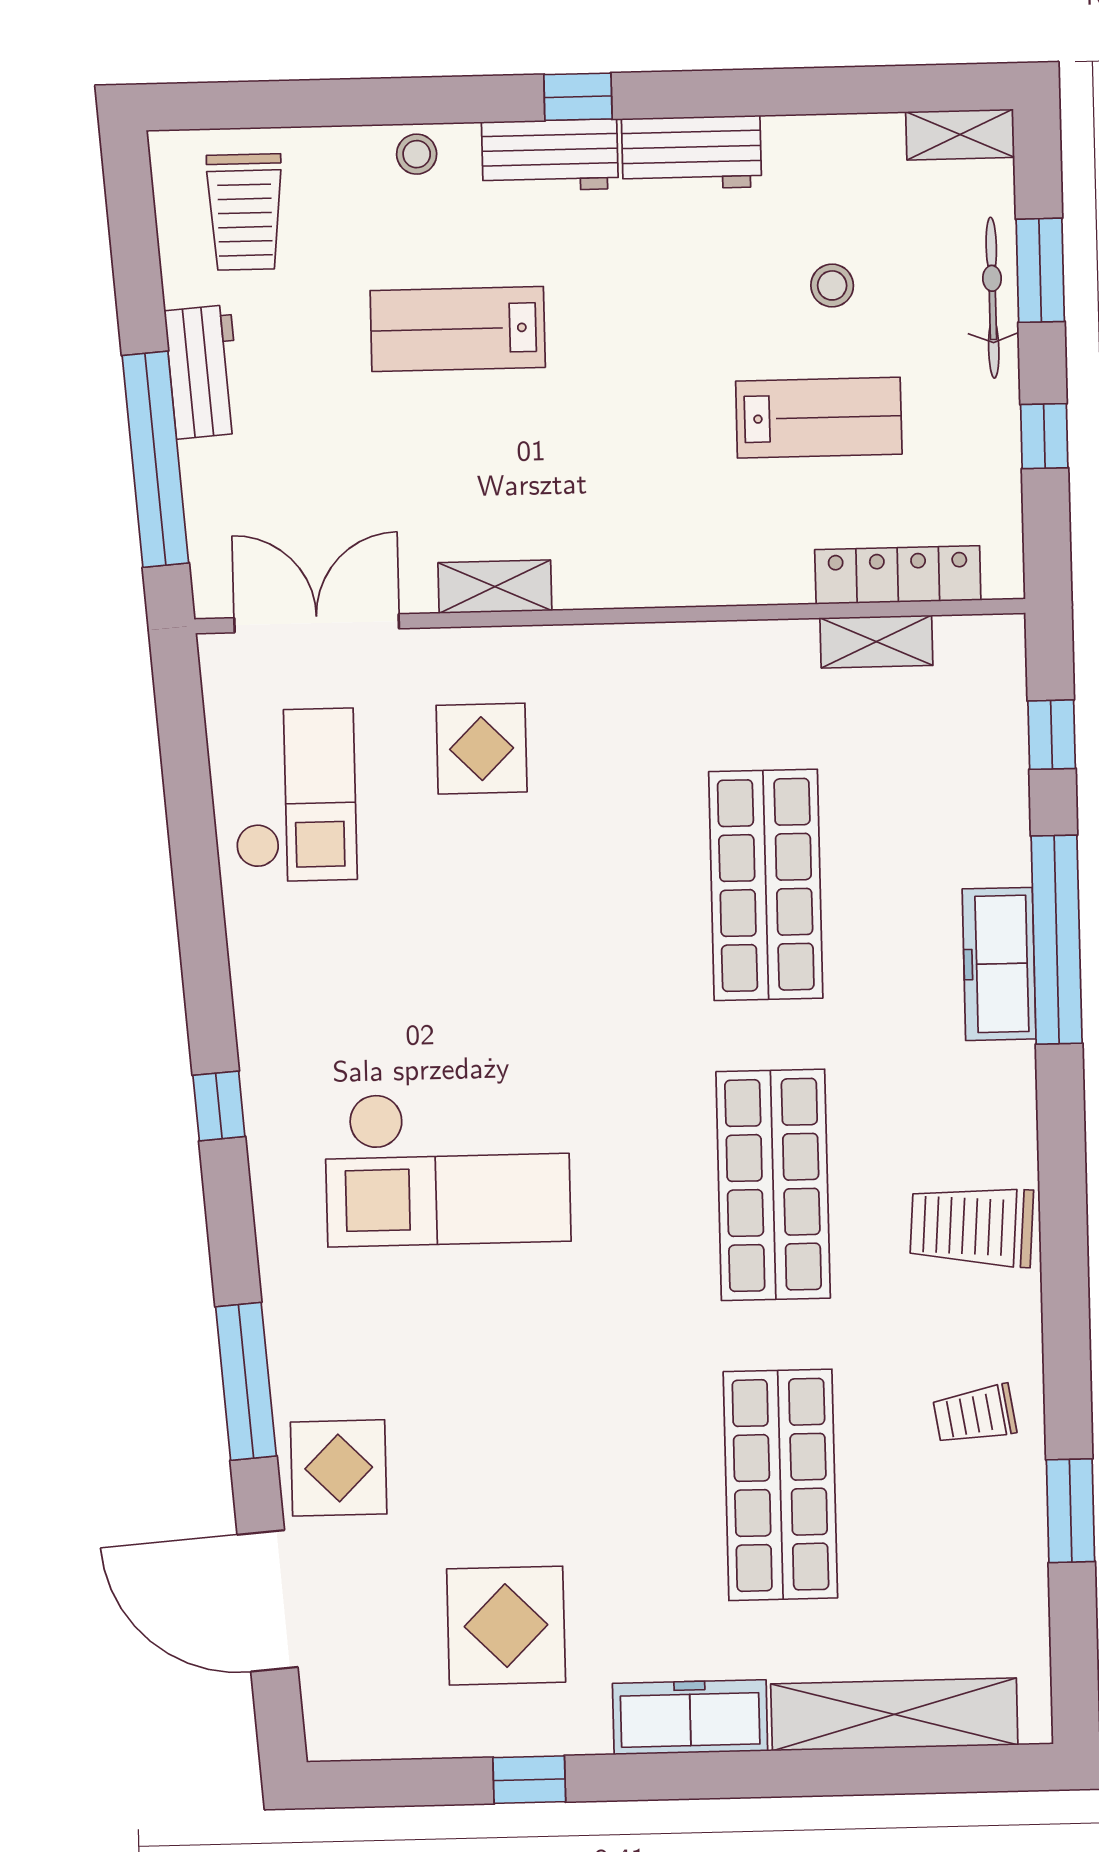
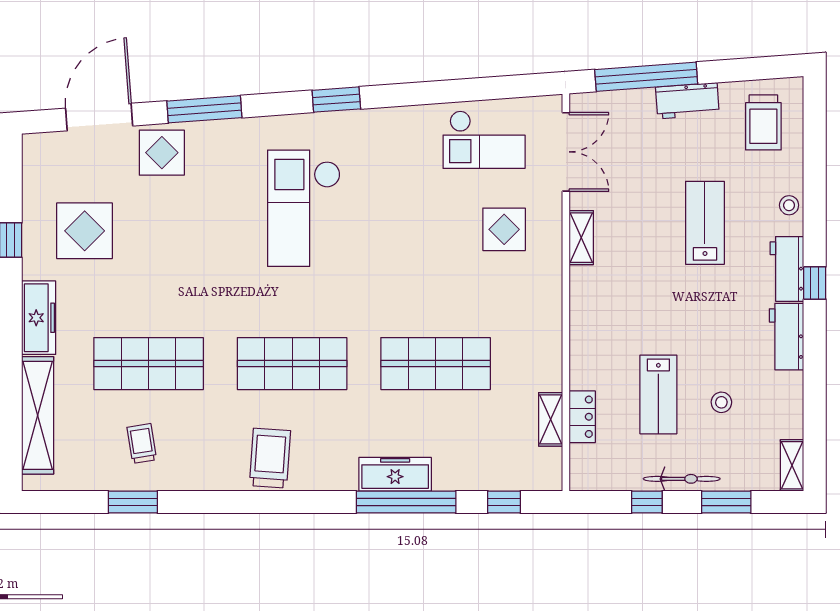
trolley: (245, 212) -> (763, 122), turned -90
bicycle: (992, 298) -> (682, 479), moved
locker: (898, 575) -> (582, 417), width x0.66
window: (219, 1106) -> (336, 100), width x1.50
trolley: (975, 1415) -> (142, 444), moved

